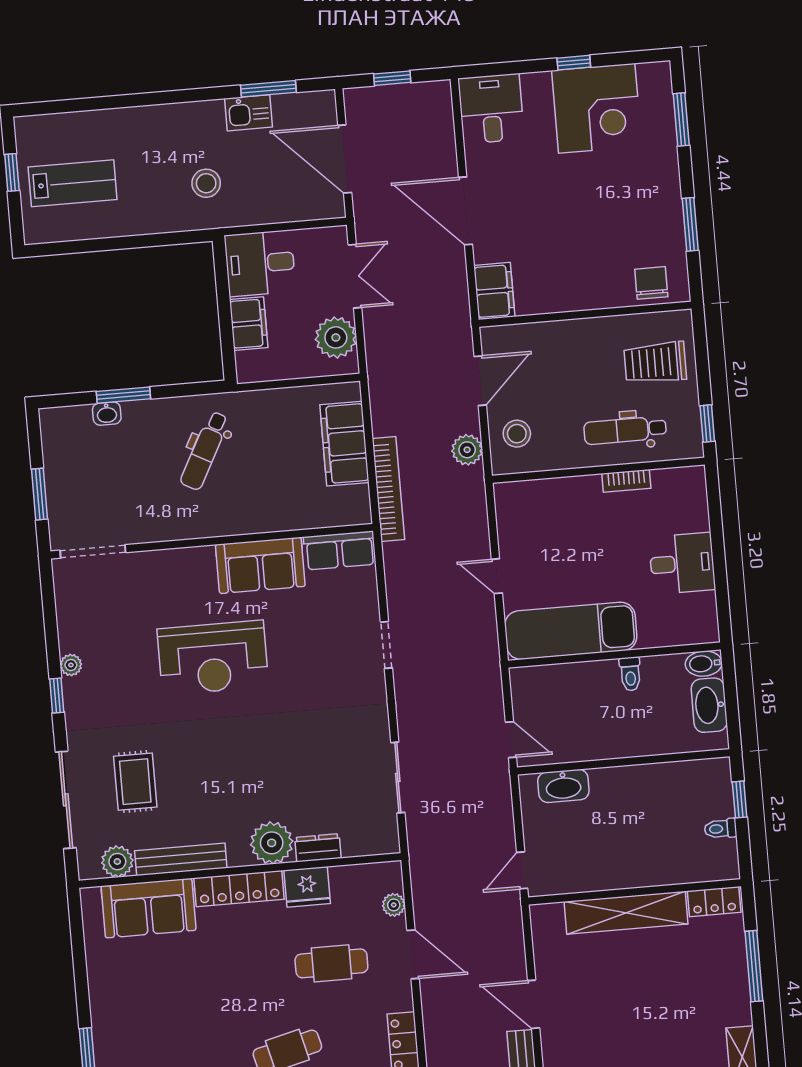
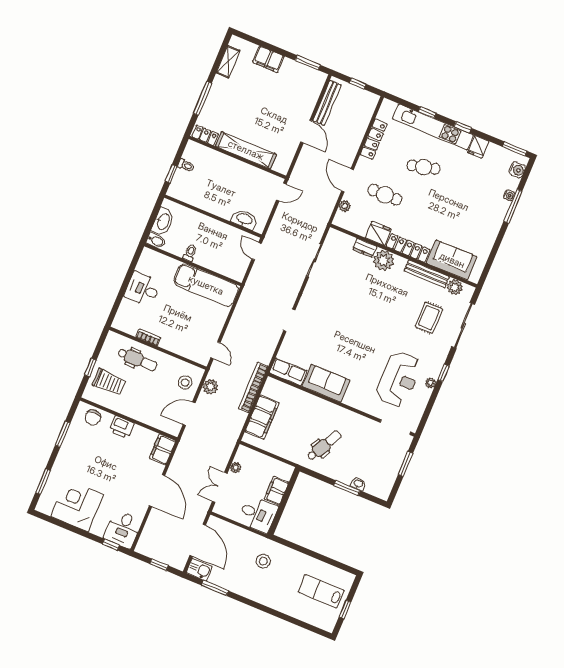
window: (574, 63) -> (111, 545), moved
kitchen sink: (248, 113) -> (199, 570), moved
printer: (590, 293) -> (122, 427), added
plant: (336, 337) -> (236, 468), width x0.53, depth x0.53
window: (707, 424) -> (90, 367), moved
door: (497, 576) -> (215, 350), moved
reception desk: (213, 658) -> (399, 379), moved, turned 90

